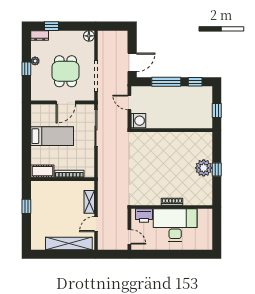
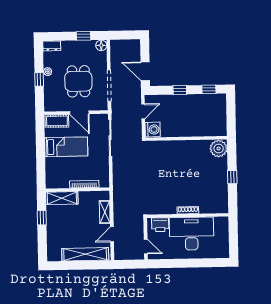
window: (52, 26) -> (83, 36), moved
door: (132, 62) -> (145, 71), swing flipped
window: (166, 82) -> (180, 90), width x0.46
door: (66, 102) -> (79, 113), hinge flipped
door: (129, 102) -> (143, 111), swing flipped
window: (217, 111) -> (231, 118), removed
plant: (204, 168) -> (219, 148), moved
cot: (42, 171) -> (57, 121), moved
shelving: (47, 187) -> (62, 198), added

